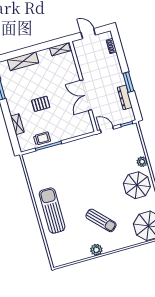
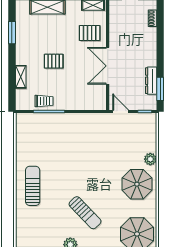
pallet: (64, 73) -> (90, 33), added
window: (128, 82) -> (160, 89), moved
sun lounger: (52, 211) -> (33, 186), width x0.73, depth x0.75

